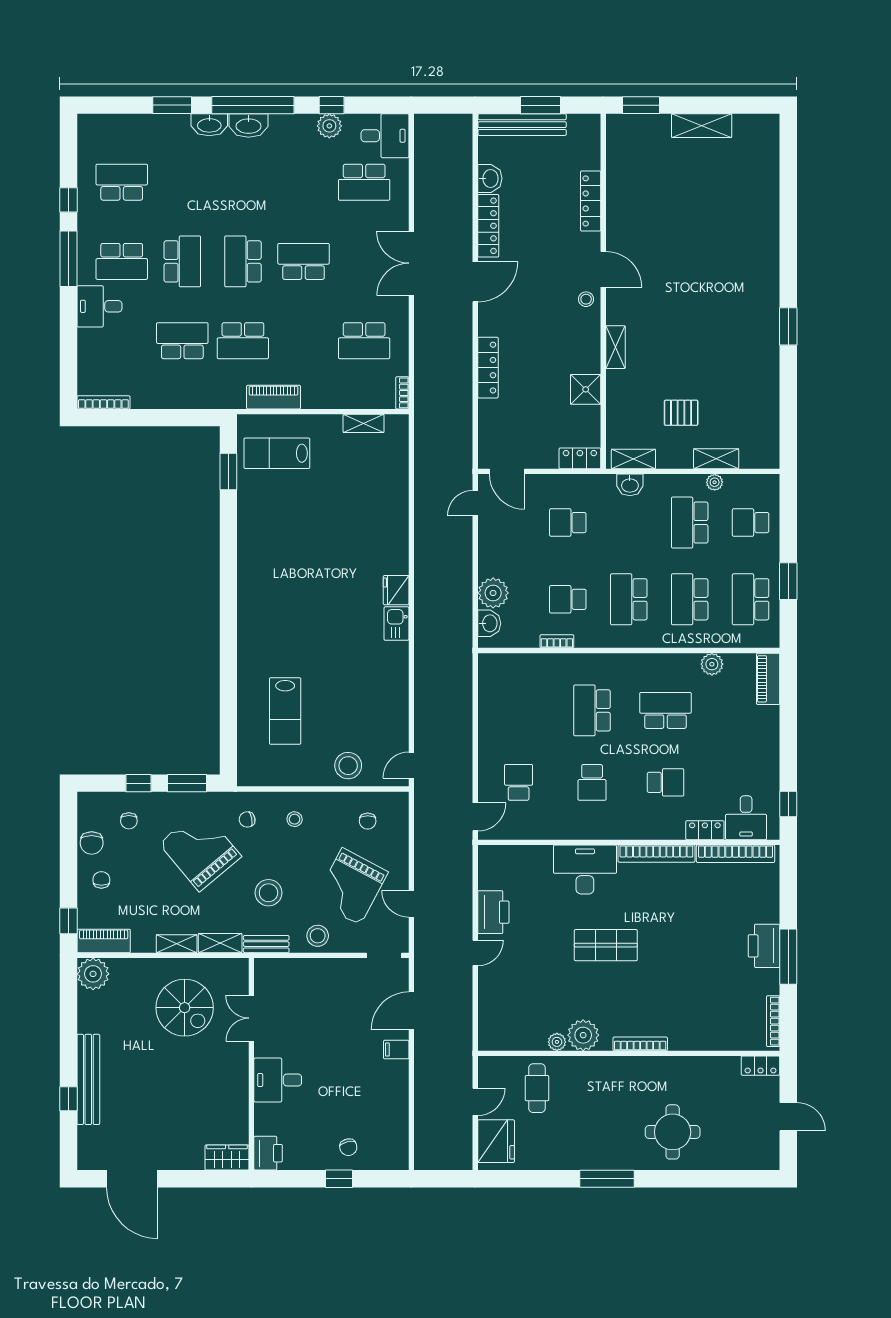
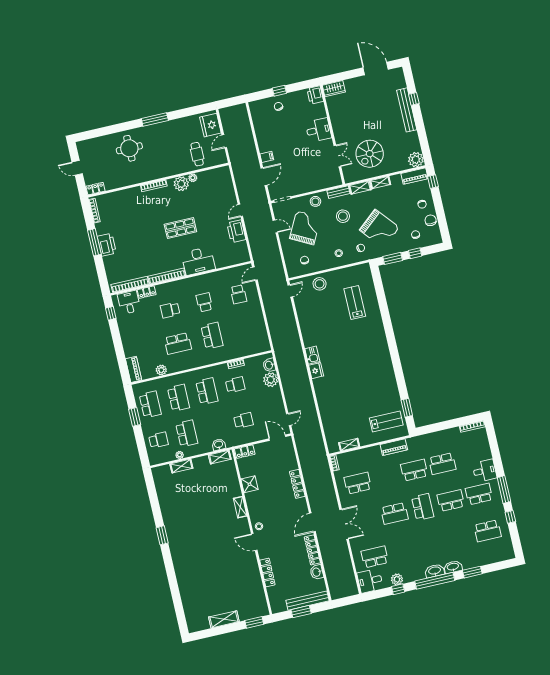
school desk: (182, 261) -> (451, 500), turned 90
pallet: (681, 413) -> (203, 484), removed
spiral stairs: (185, 1008) -> (370, 154), turned -90

